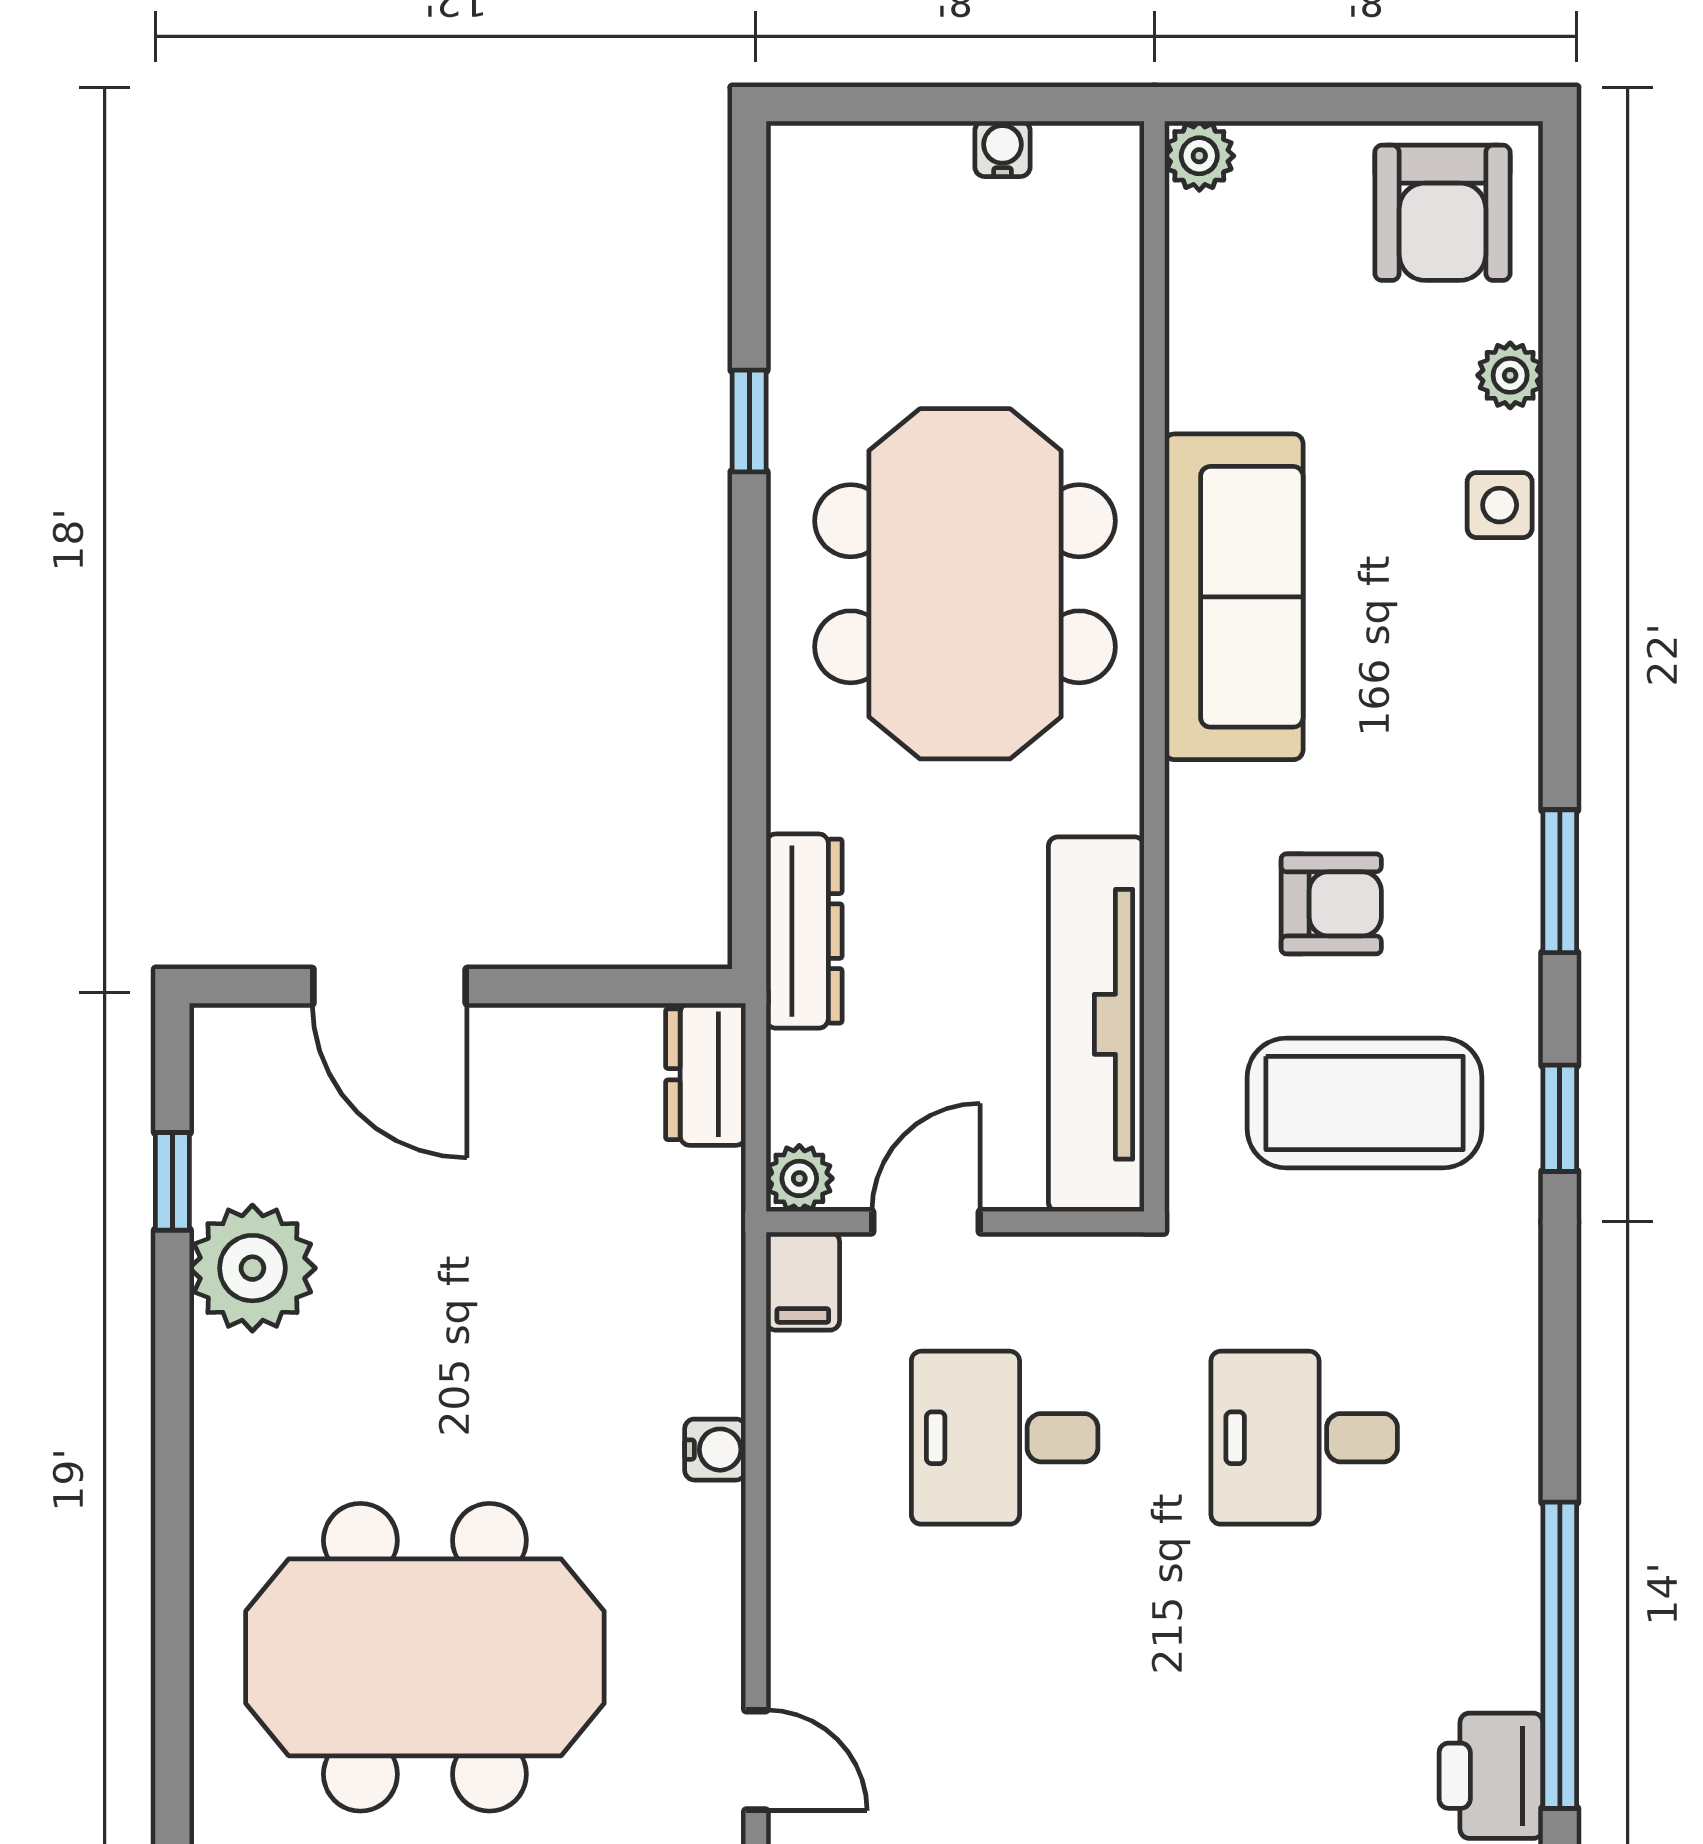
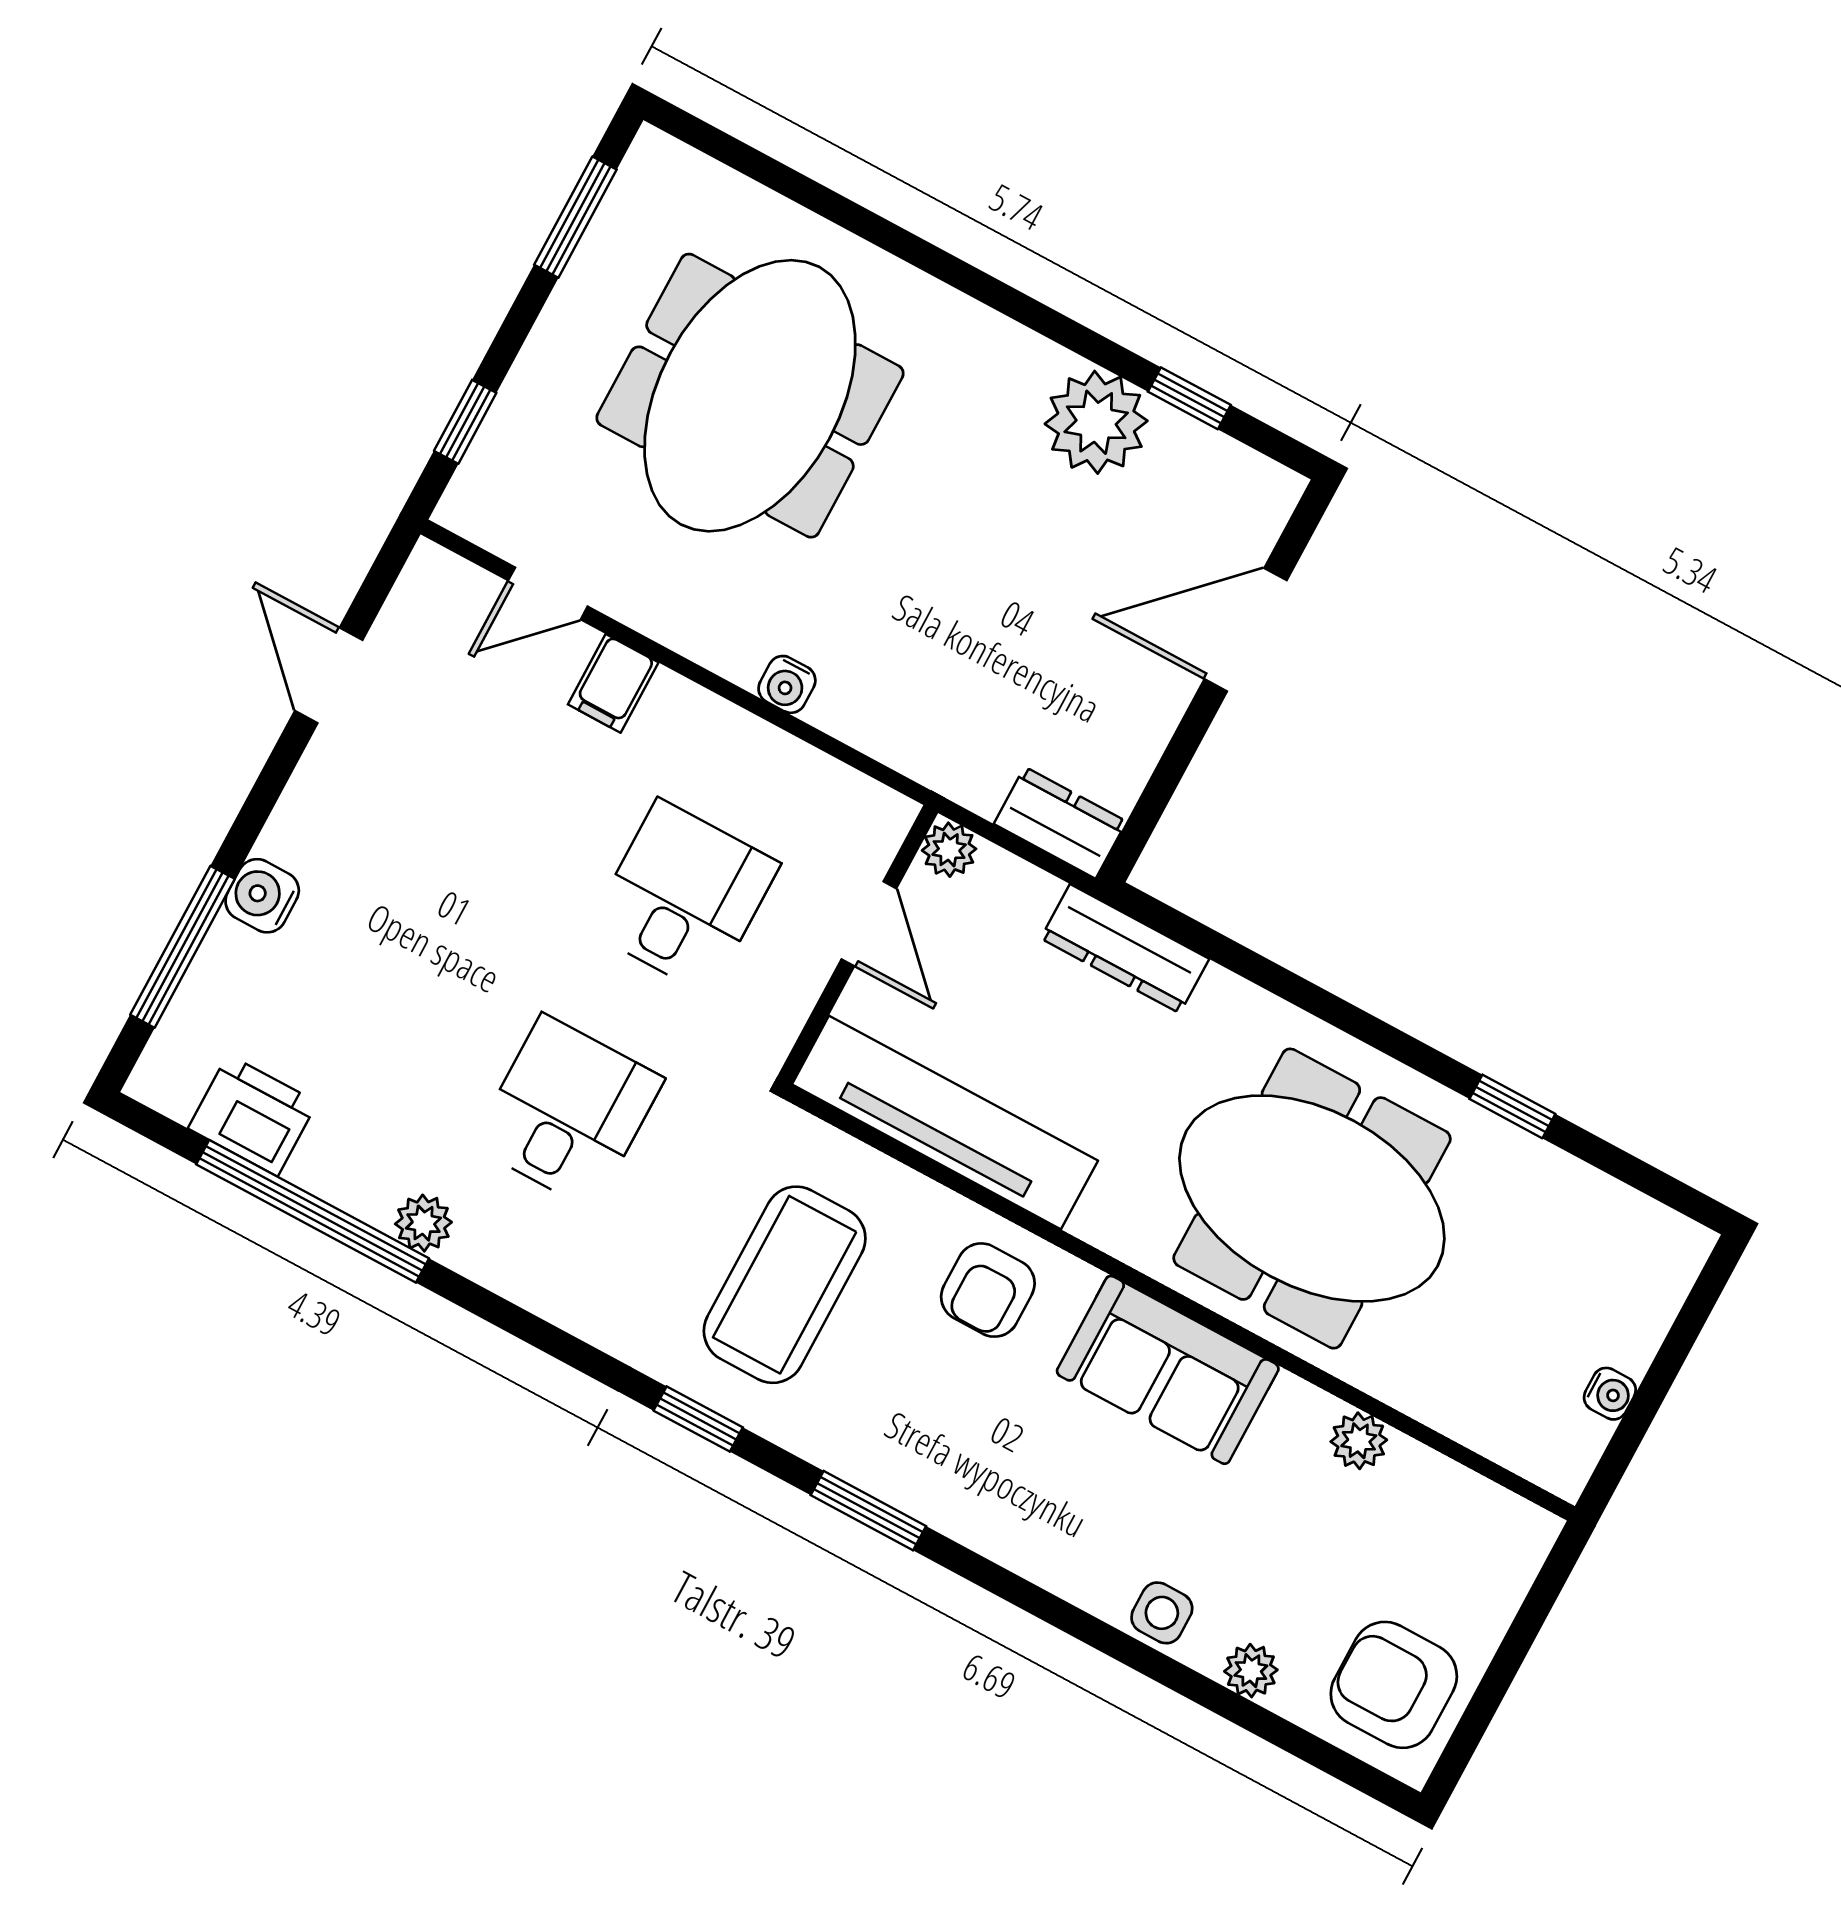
plant: (1199, 156) -> (1359, 1441), moved
sofa: (1234, 597) -> (1168, 1370), width x0.73
armchair: (1331, 904) -> (988, 1290), moved
filing cabinet: (803, 1281) -> (613, 683), moved, turned -90
plant: (1508, 1529) -> (423, 1223), added

